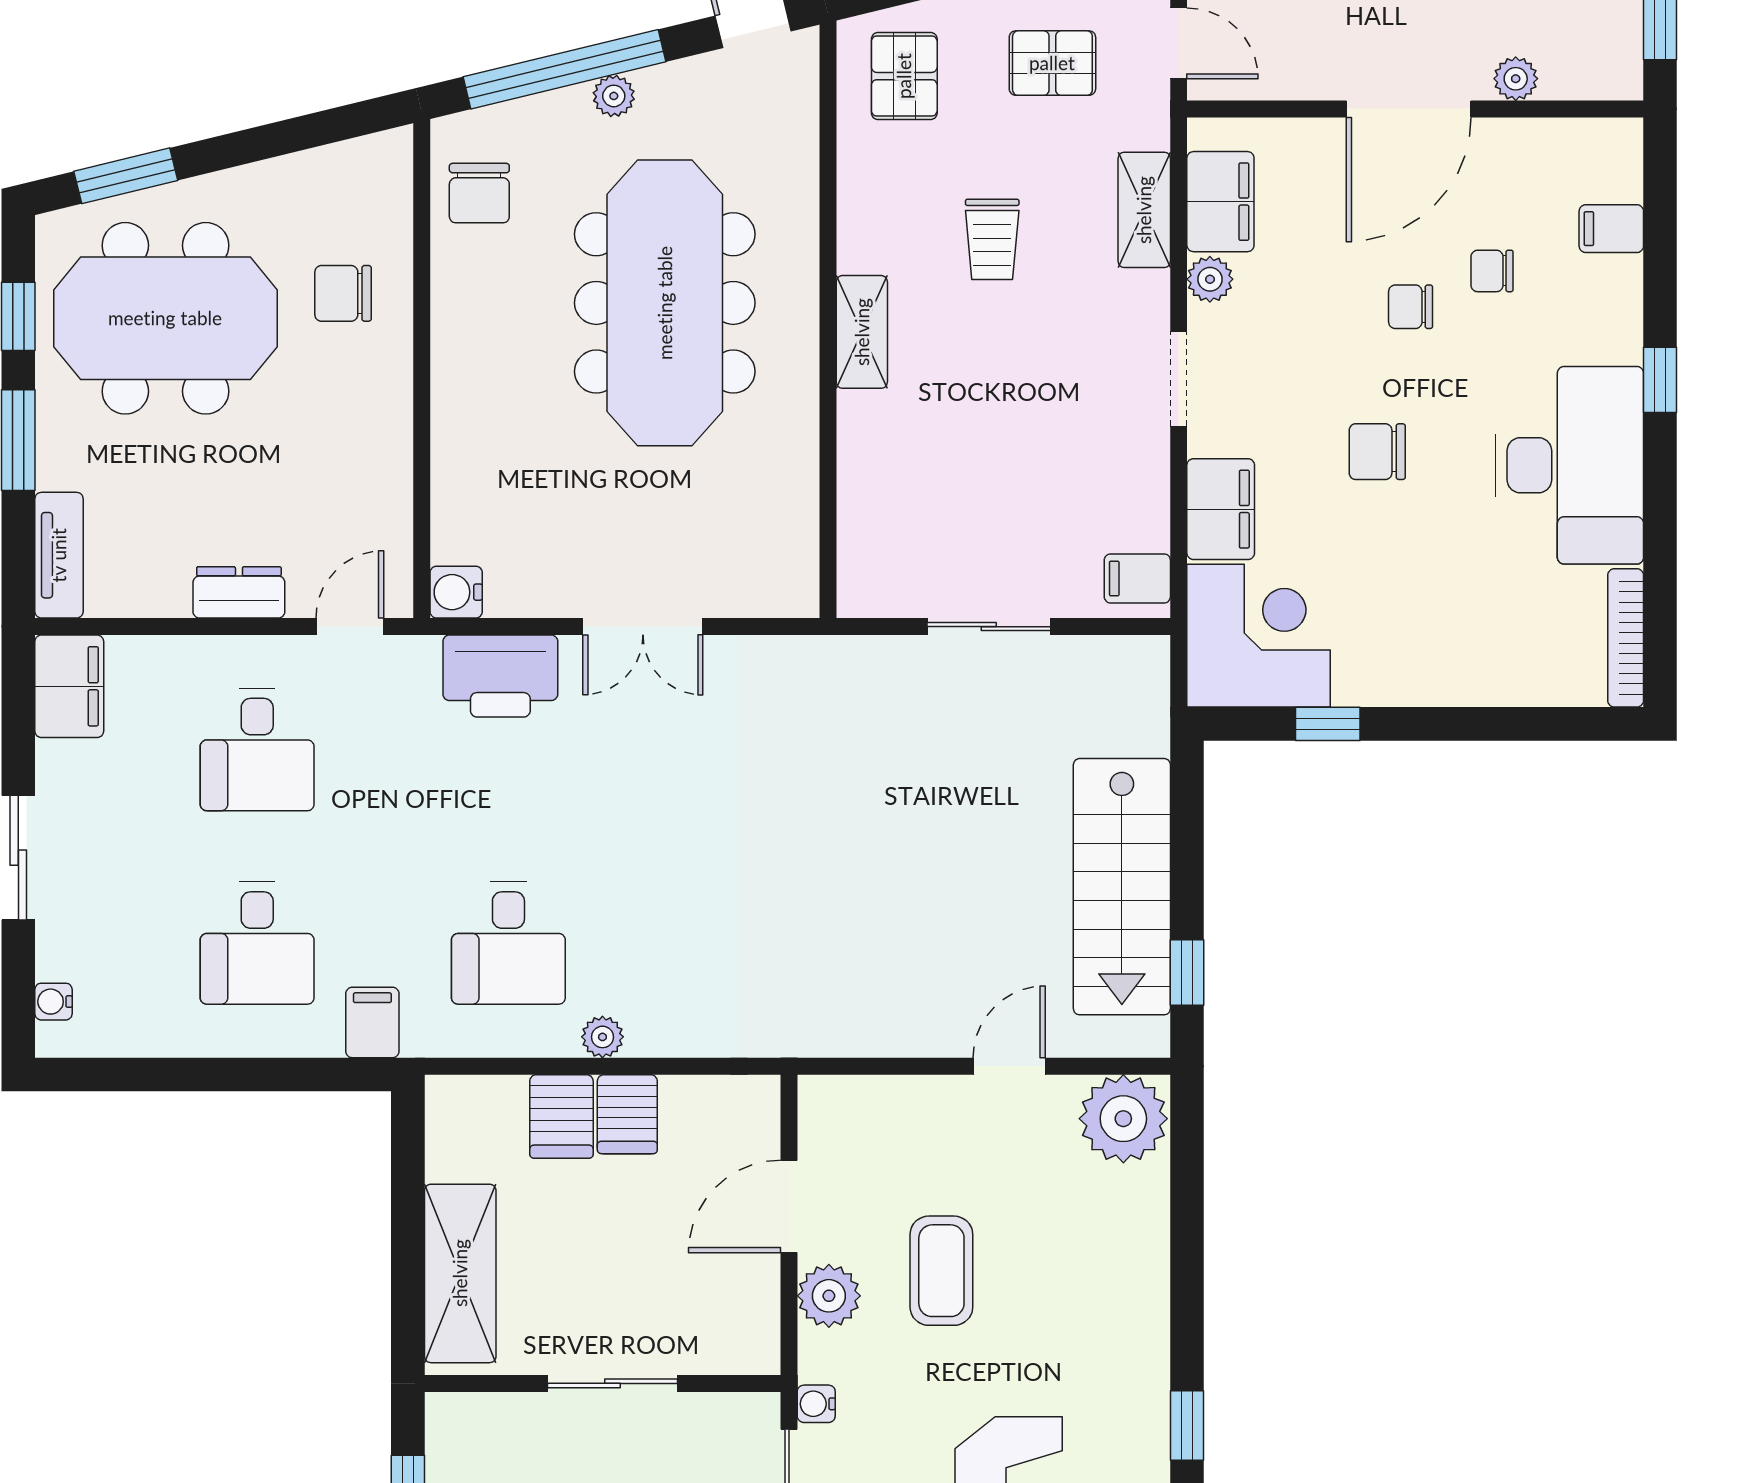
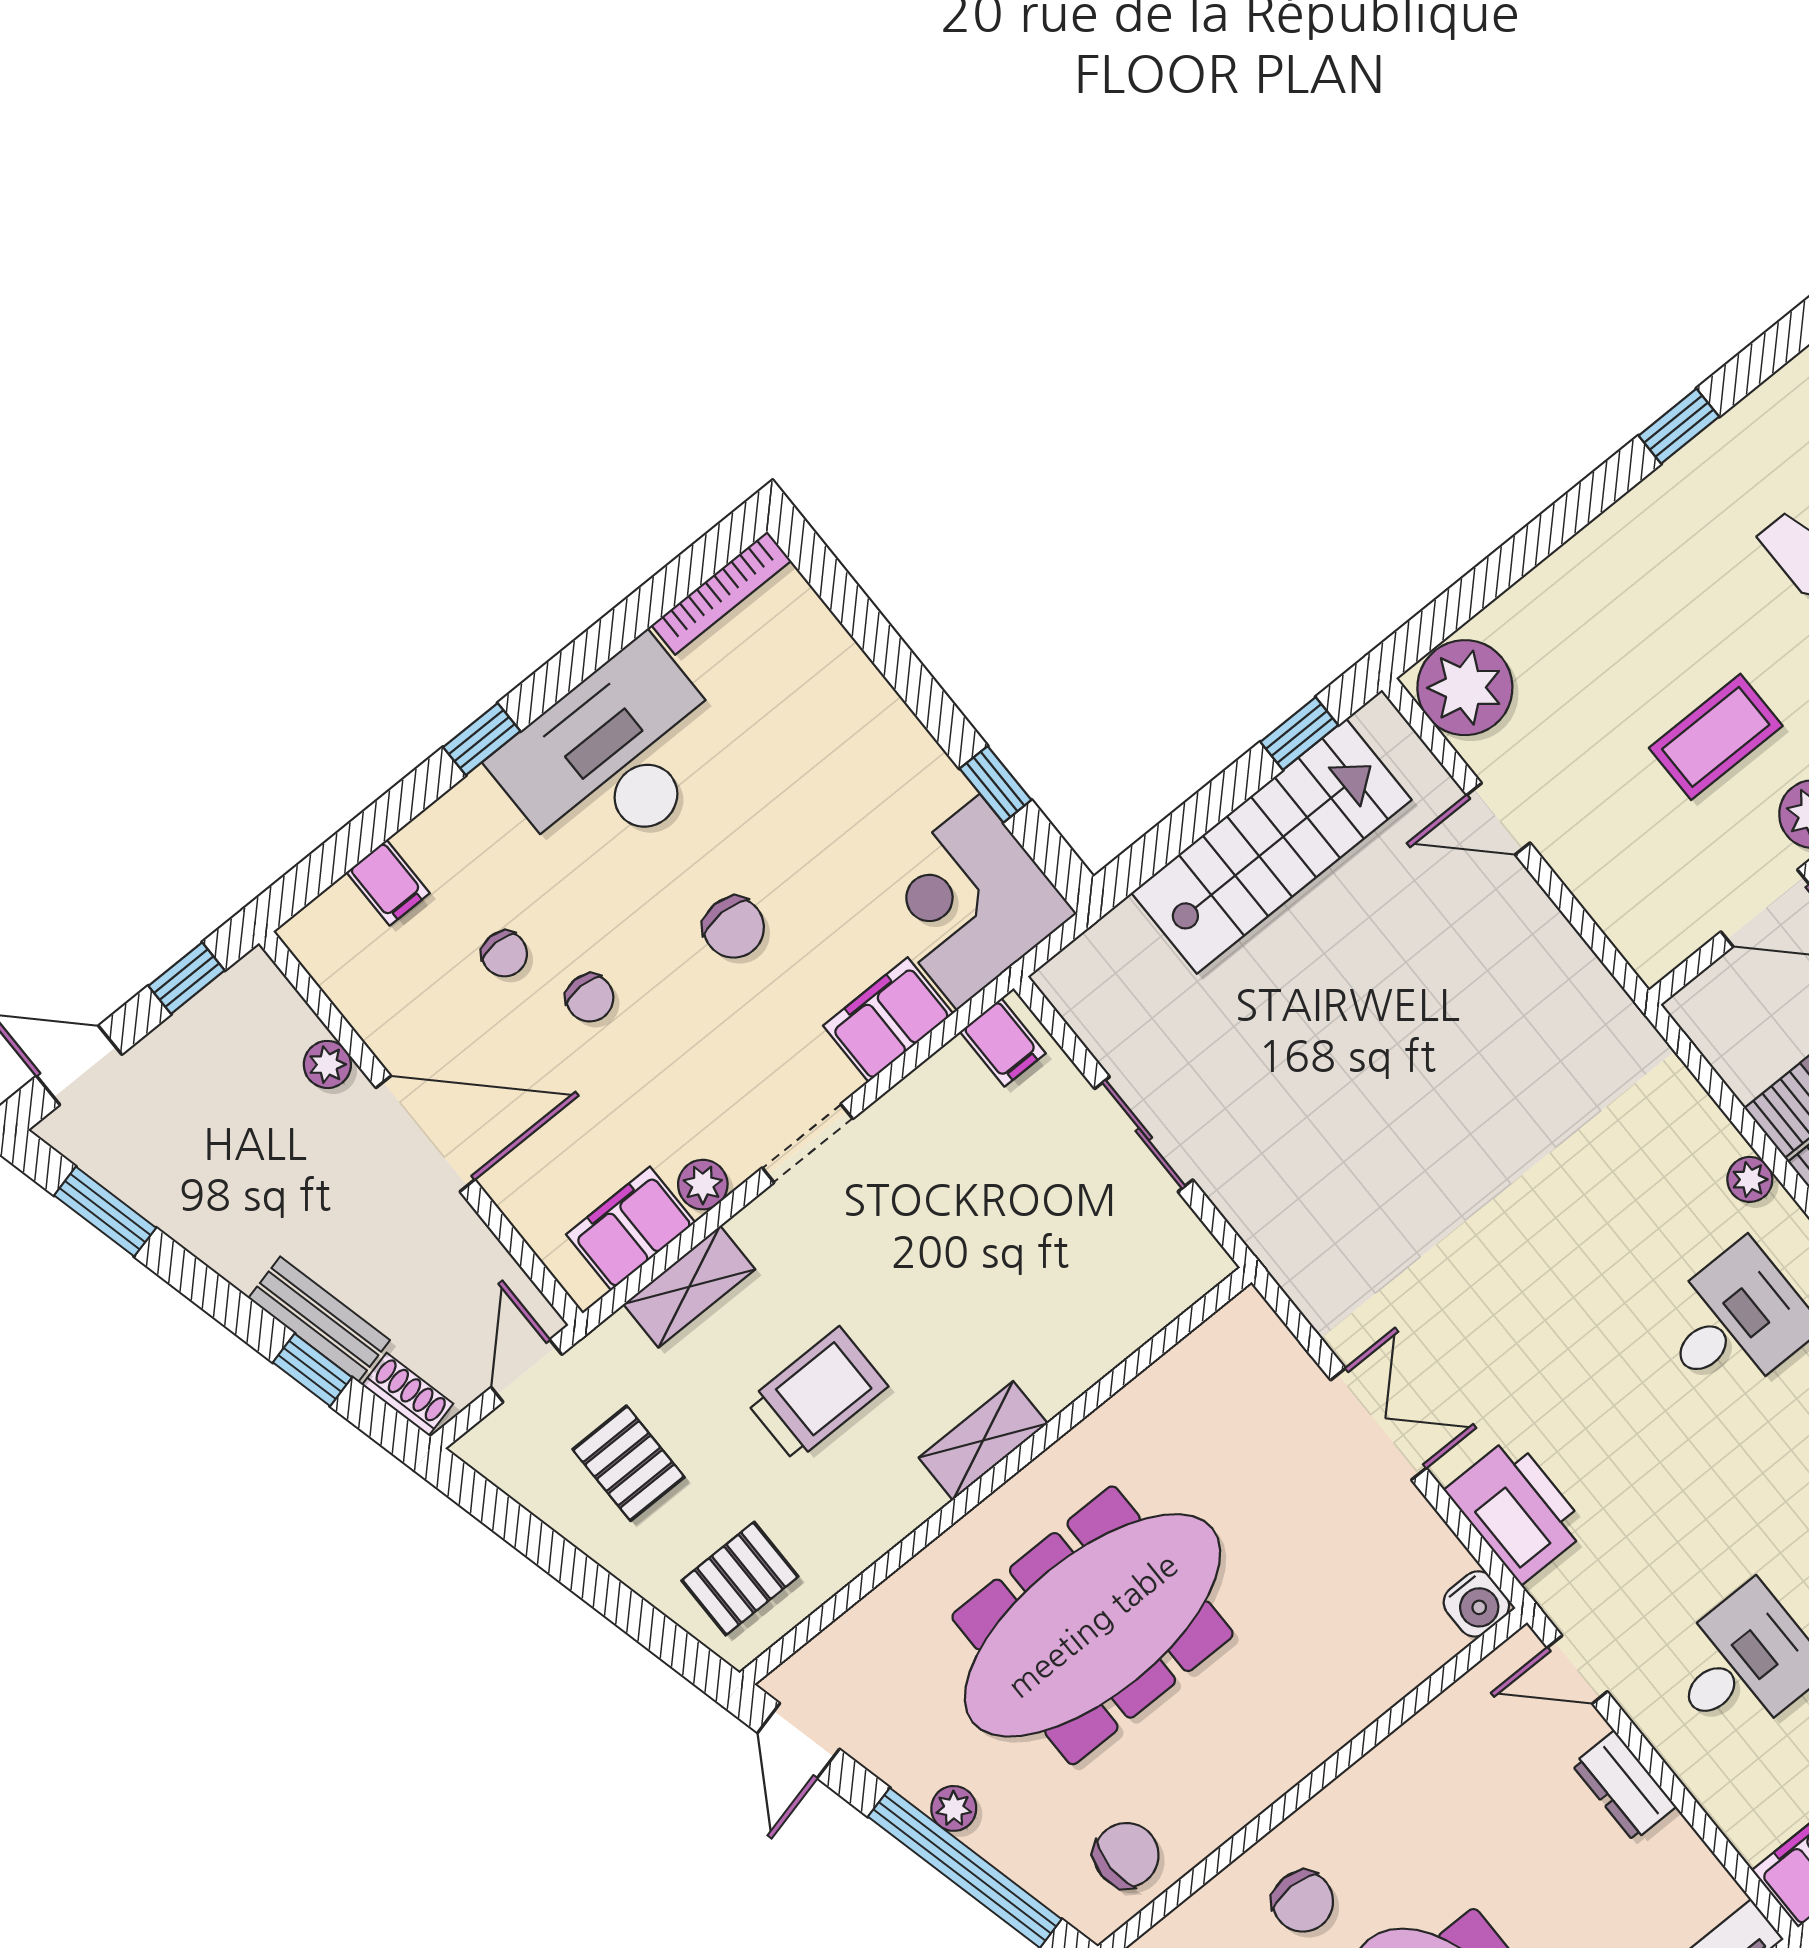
trolley: (992, 239) -> (817, 1394), width x1.36, depth x1.39

